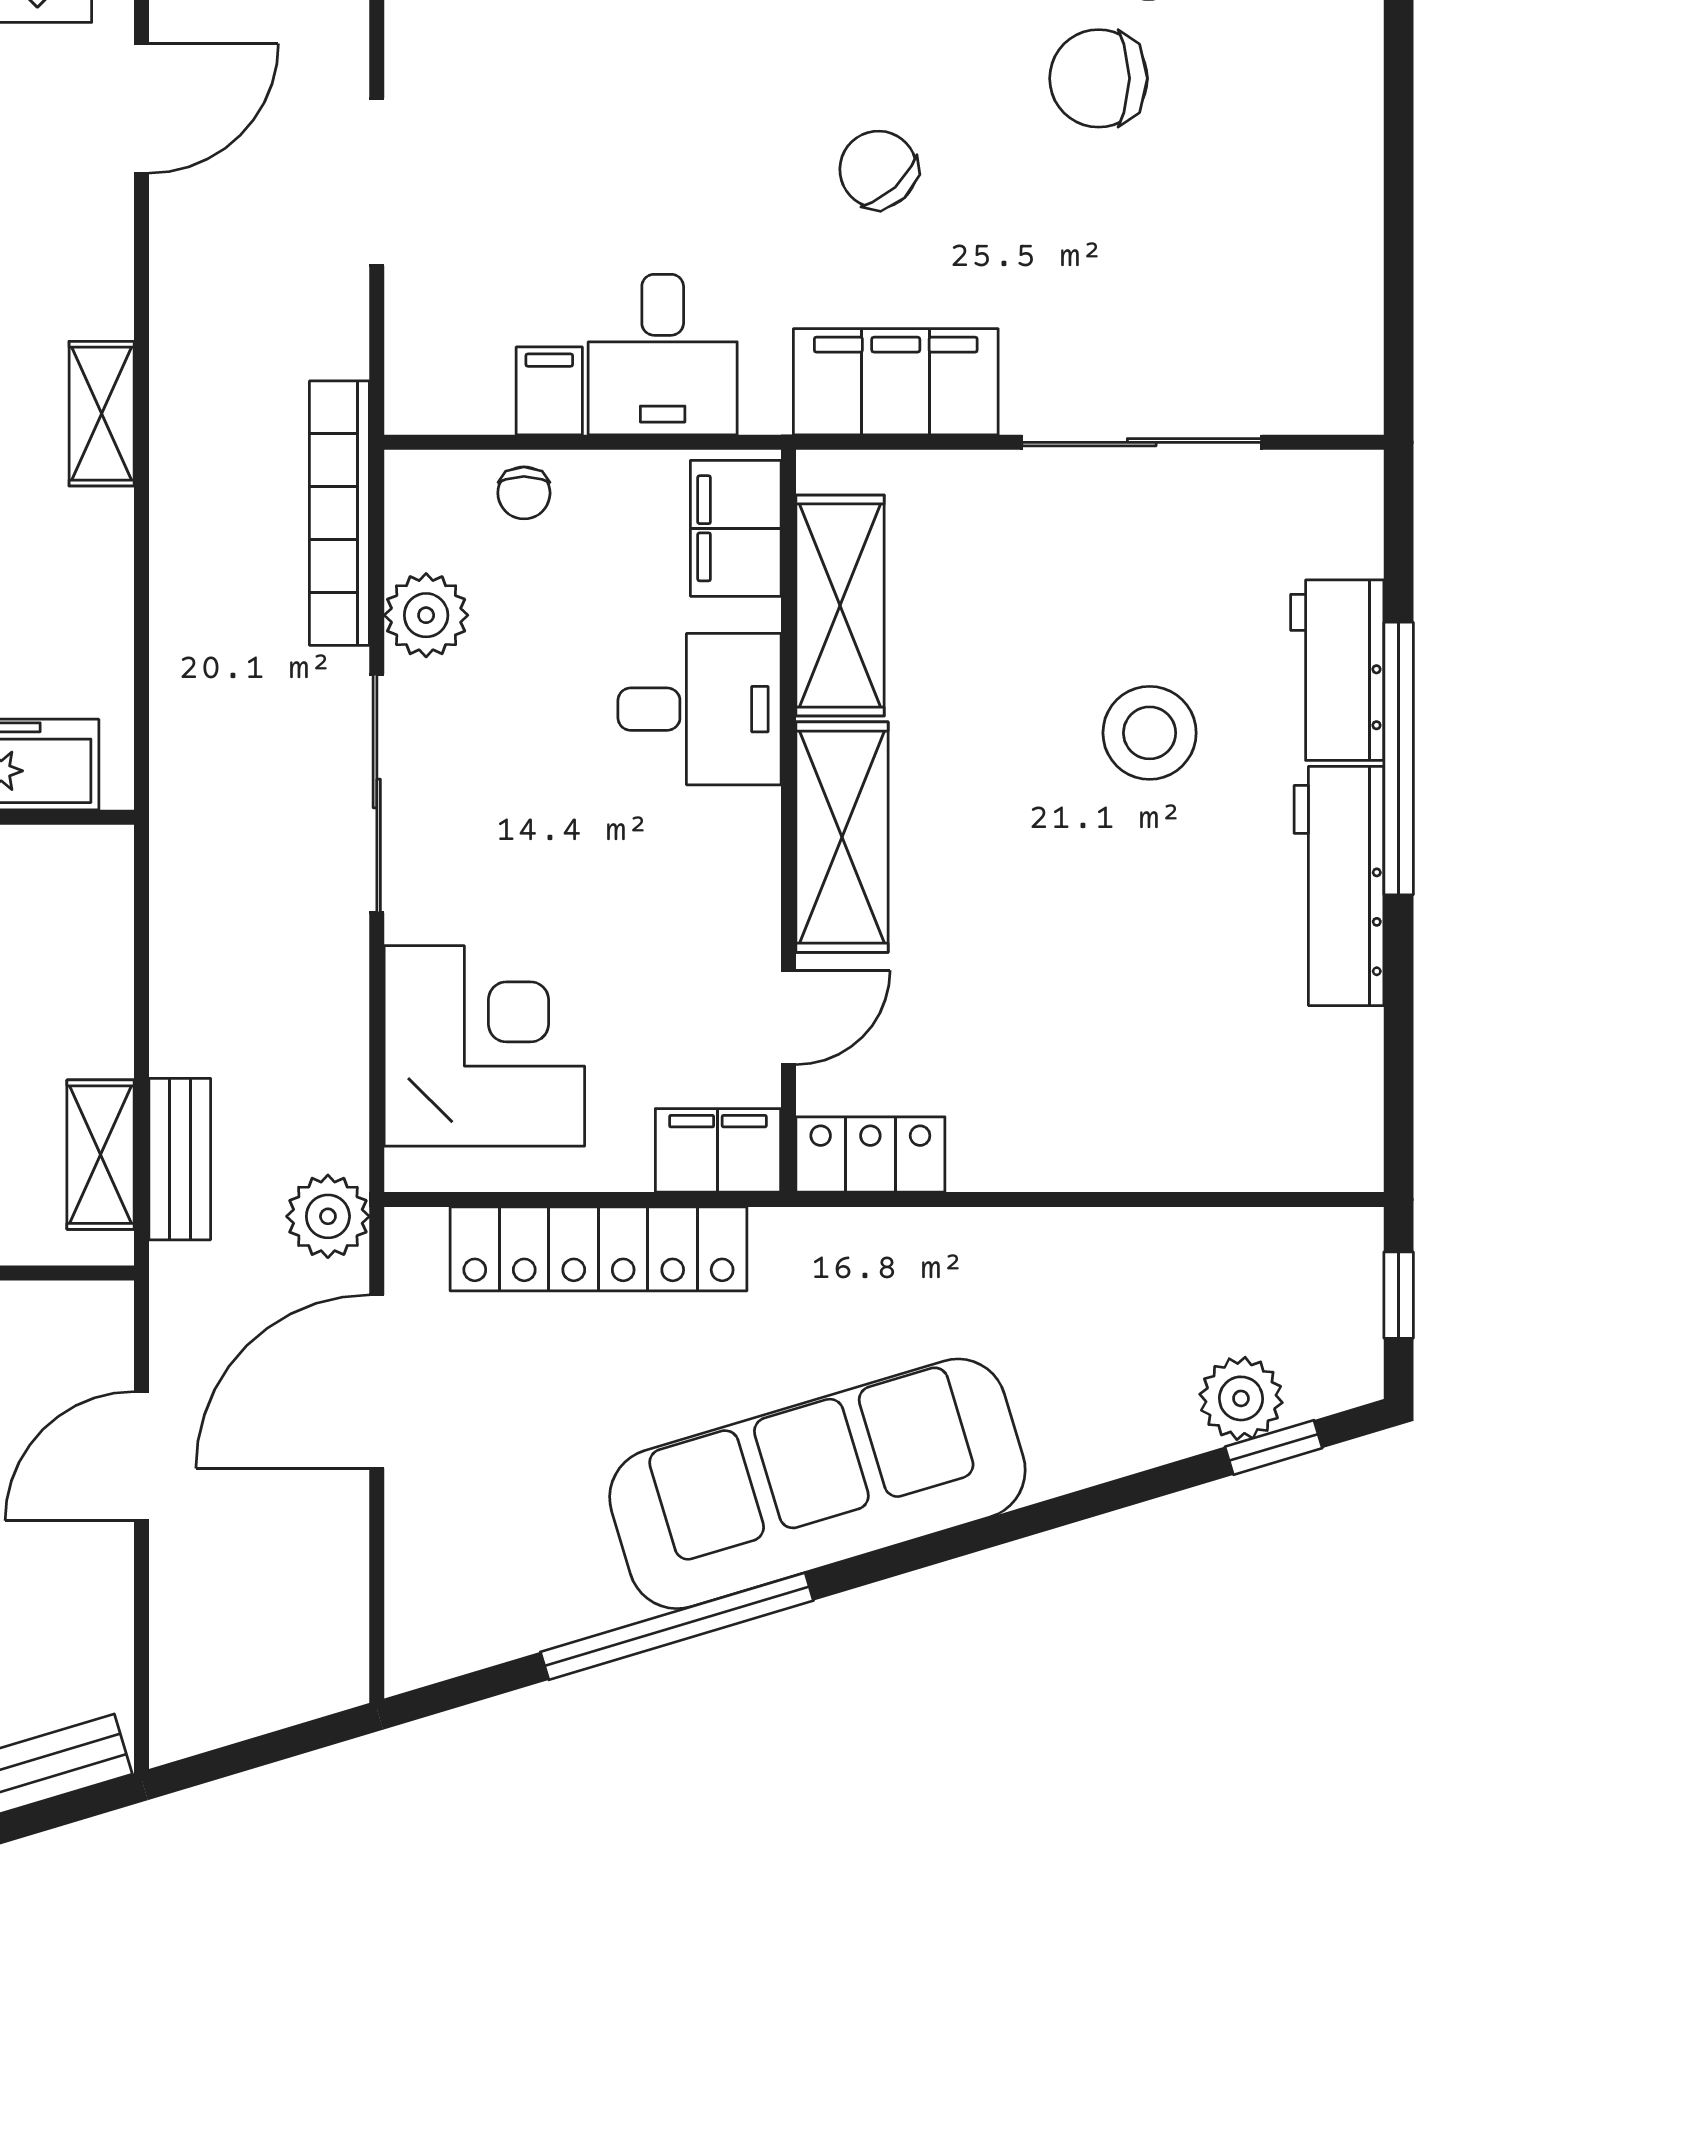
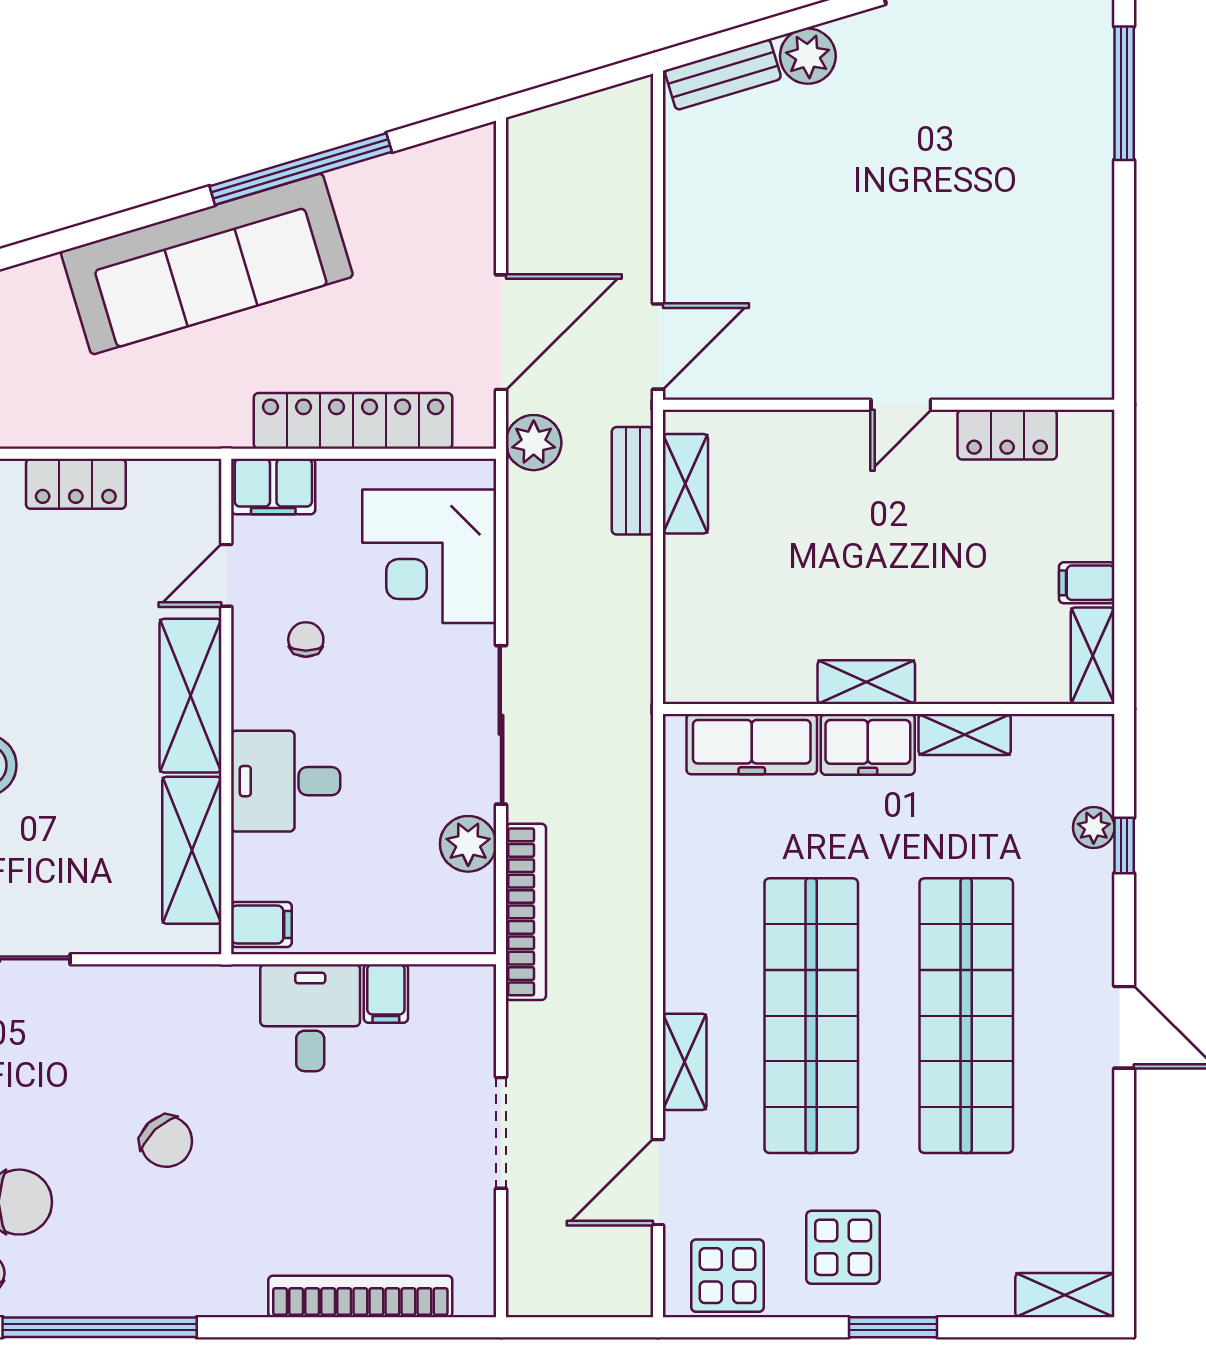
filing cabinet: (896, 382) -> (155, 1000), removed
shelving: (102, 414) -> (685, 1062), moved
chair: (524, 493) -> (306, 639), moved
filing cabinet: (736, 528) -> (261, 925), width x0.50
locker: (870, 1154) -> (76, 484), moved
door: (142, 1456) -> (658, 346), moved

